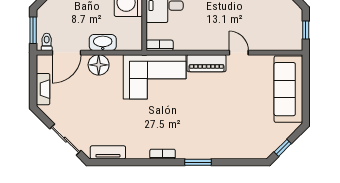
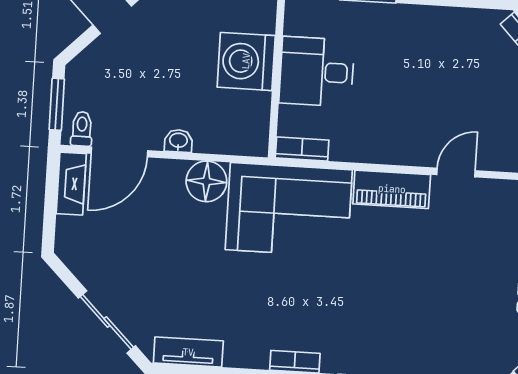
washbasin: (103, 43) -> (178, 141), width x0.52, depth x0.69
door: (239, 53) -> (456, 173), hinge flipped
floor lamp: (99, 65) -> (206, 181), moved
fireplace: (43, 89) -> (71, 184), moved

